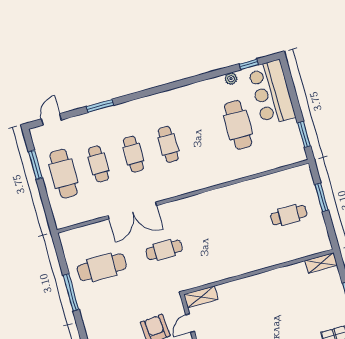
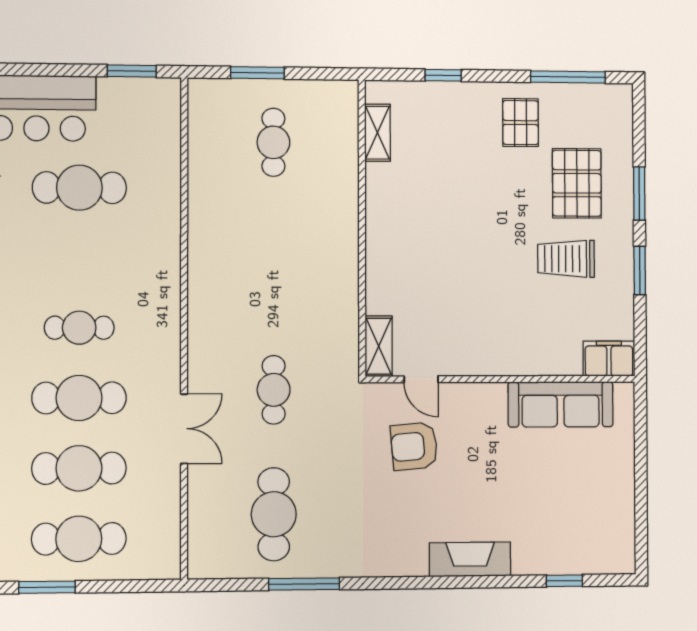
cafe table: (133, 154) -> (79, 398), width x1.37, depth x1.35
cafe table: (98, 164) -> (79, 468), width x1.37, depth x1.35
double door: (132, 211) -> (184, 429), width x0.73
shelving: (321, 263) -> (377, 133), moved

